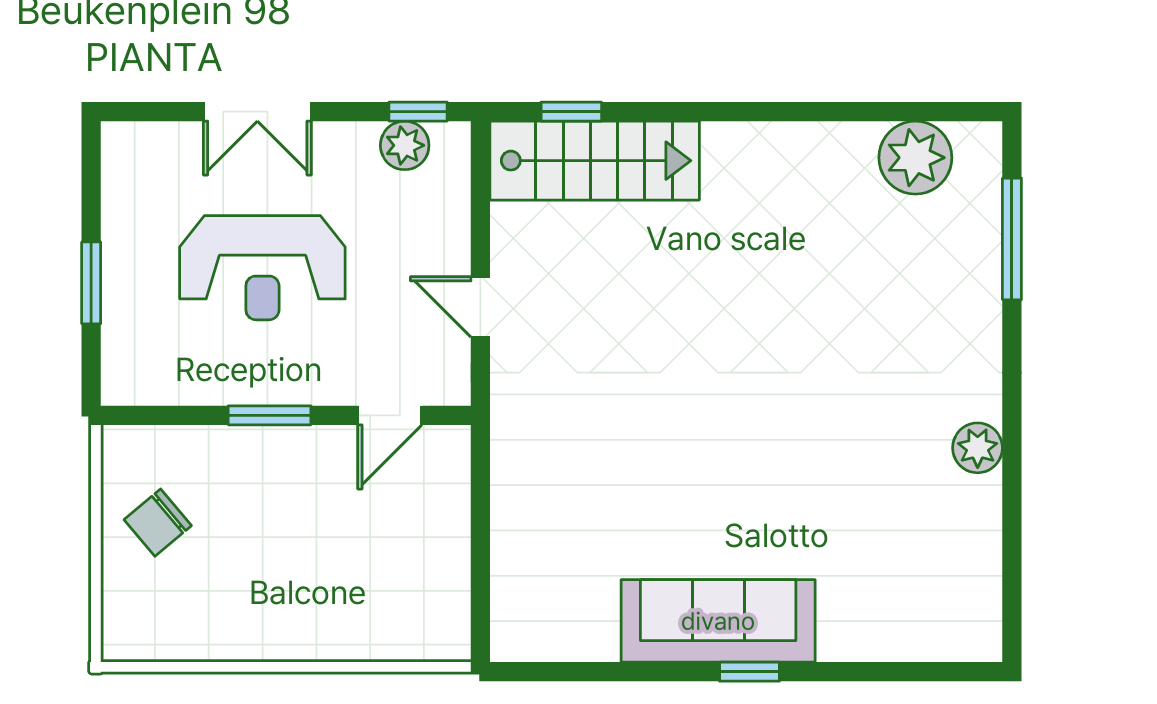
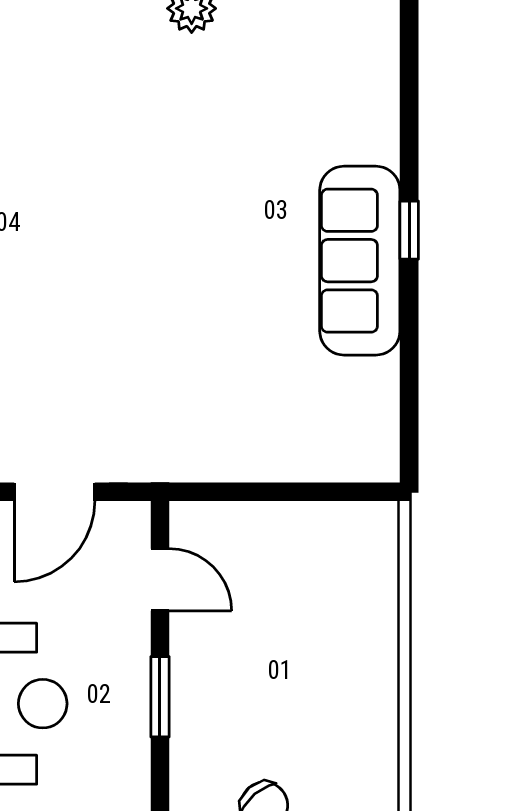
door: (480, 307) -> (55, 492), width x1.38

